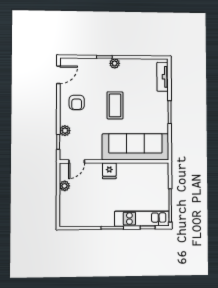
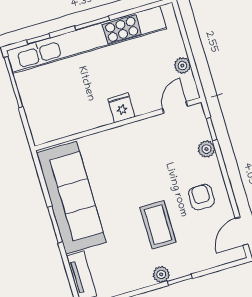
coffee table: (115, 105) -> (158, 225), moved
sofa: (136, 147) -> (71, 198), moved, turned -90
kitchen unit: (142, 218) -> (86, 40), width x1.86

